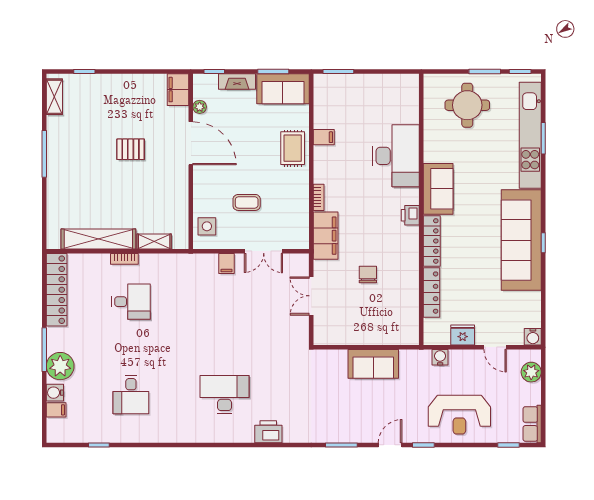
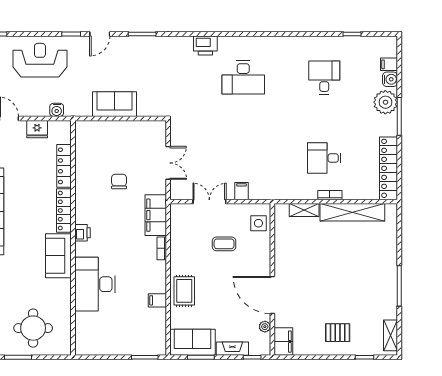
pallet: (131, 149) -> (338, 333), moved
chair: (368, 274) -> (119, 182), turned 180

